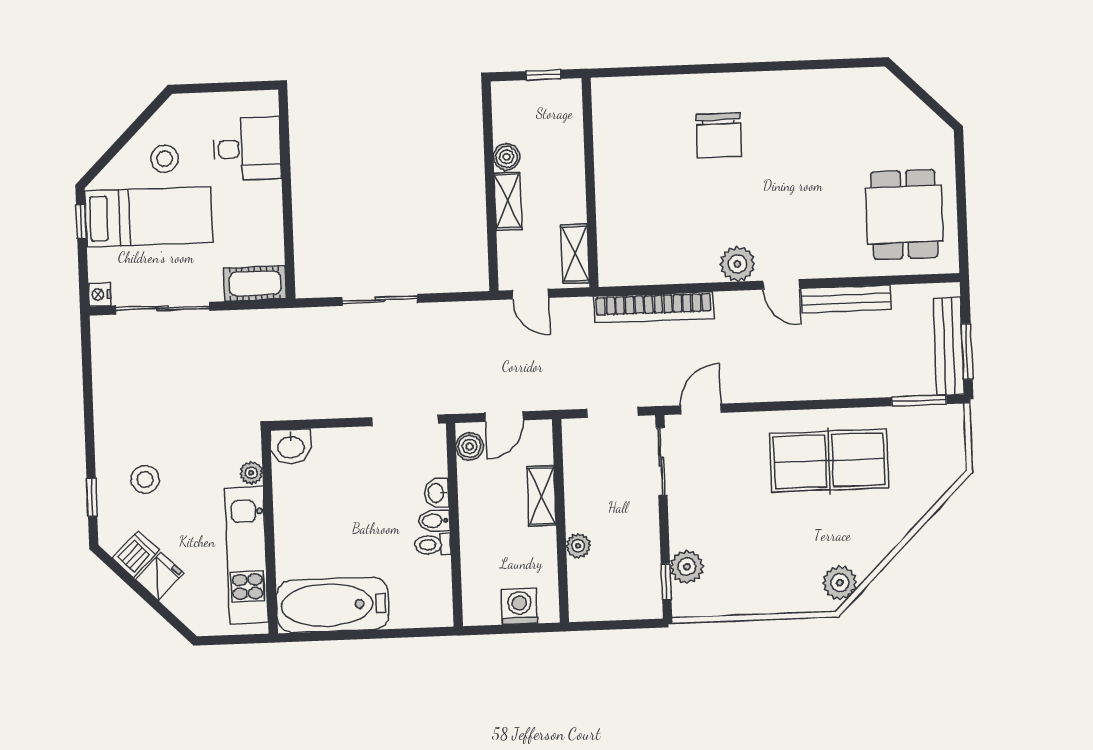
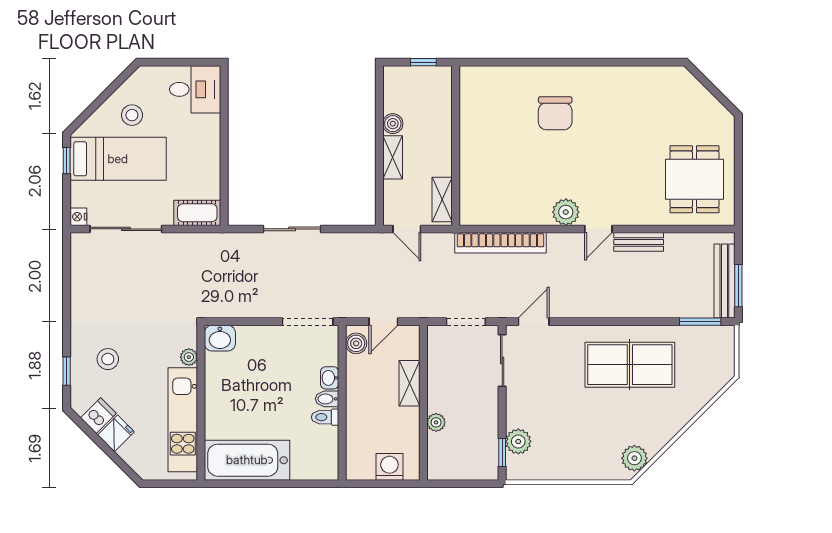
desk: (247, 149) -> (195, 89), moved
door: (781, 284) -> (598, 229), hinge flipped
bench: (846, 299) -> (639, 242), width x0.73

